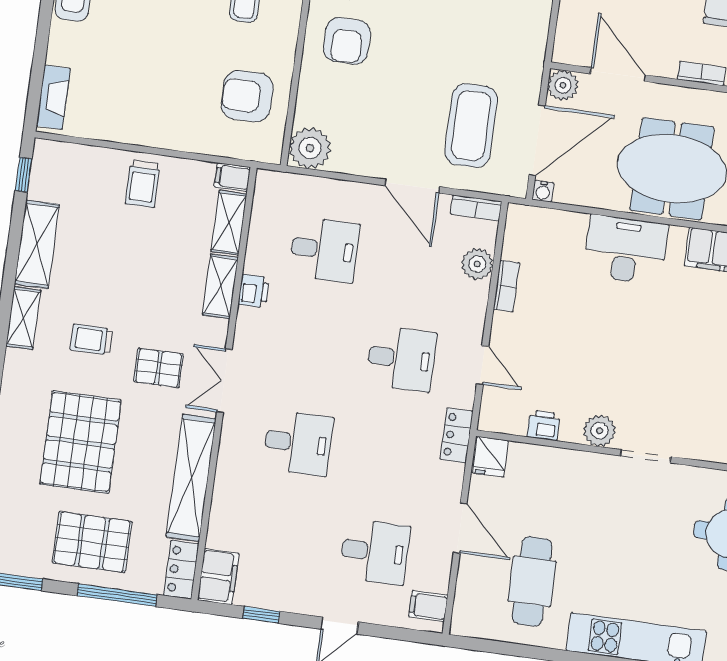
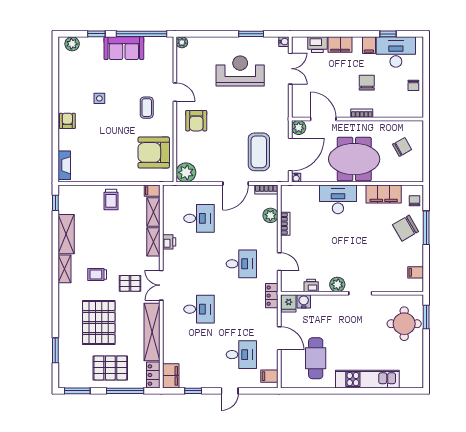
armchair: (247, 96) -> (154, 152), width x1.36, depth x1.36
door: (412, 186) -> (236, 184), hinge flipped
water cooler: (523, 457) -> (304, 301), added

